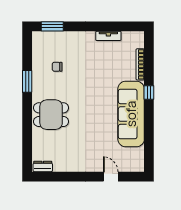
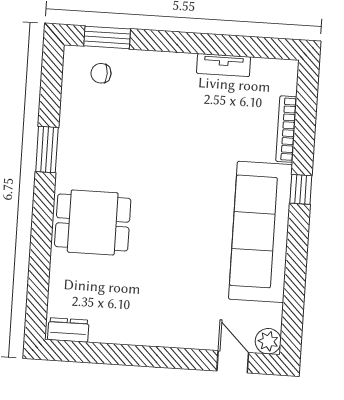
chair: (57, 67) -> (101, 73), moved
plant: (138, 166) -> (268, 341), added
door: (111, 177) -> (233, 362), moved

